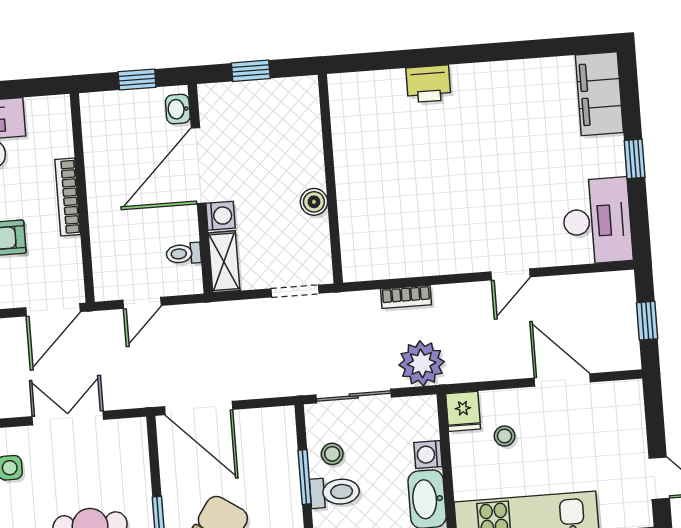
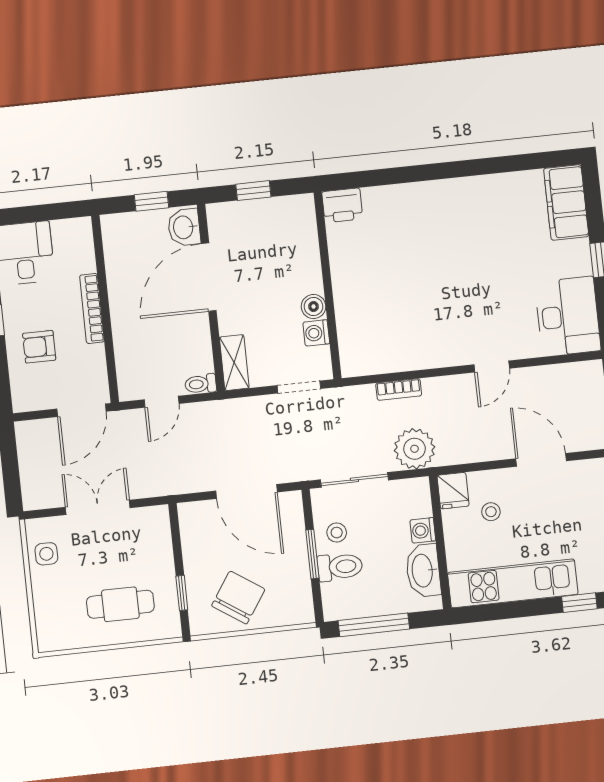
printer: (428, 84) -> (342, 205), moved
washbasin: (178, 109) -> (184, 227), width x1.38, depth x1.45
washing machine: (221, 216) -> (316, 333), moved, turned 180
toilet: (184, 254) -> (201, 384), moved
door: (199, 408) -> (247, 491), moved

